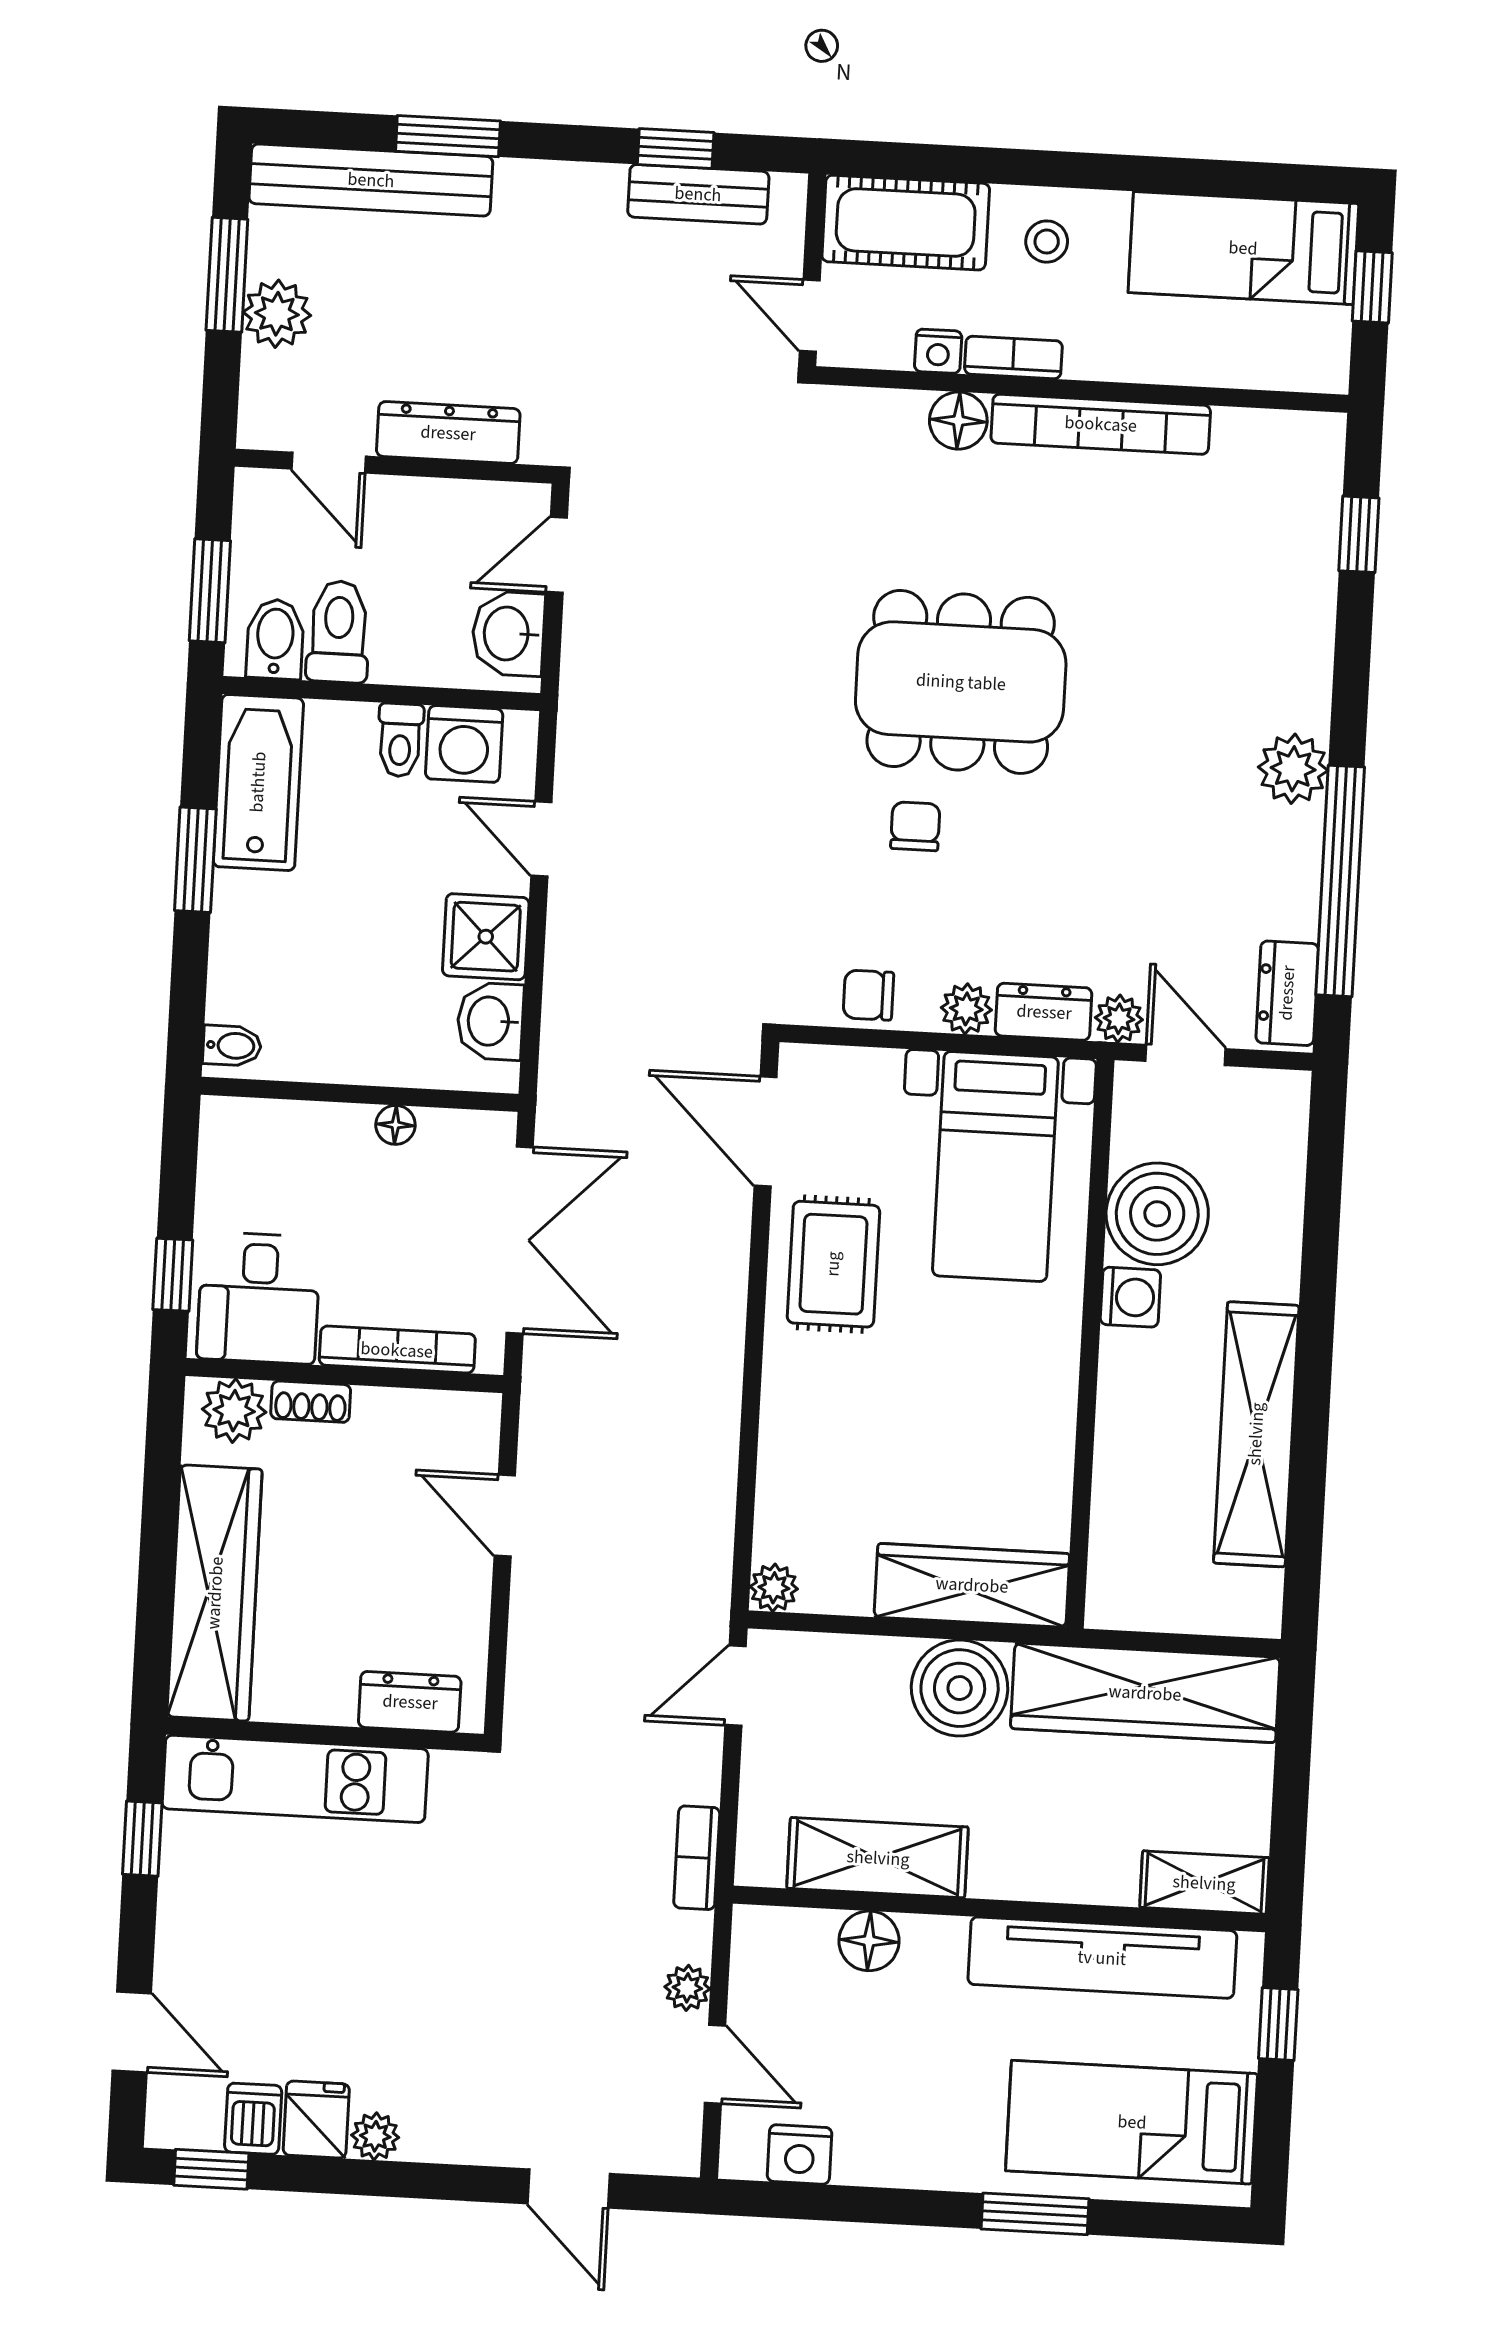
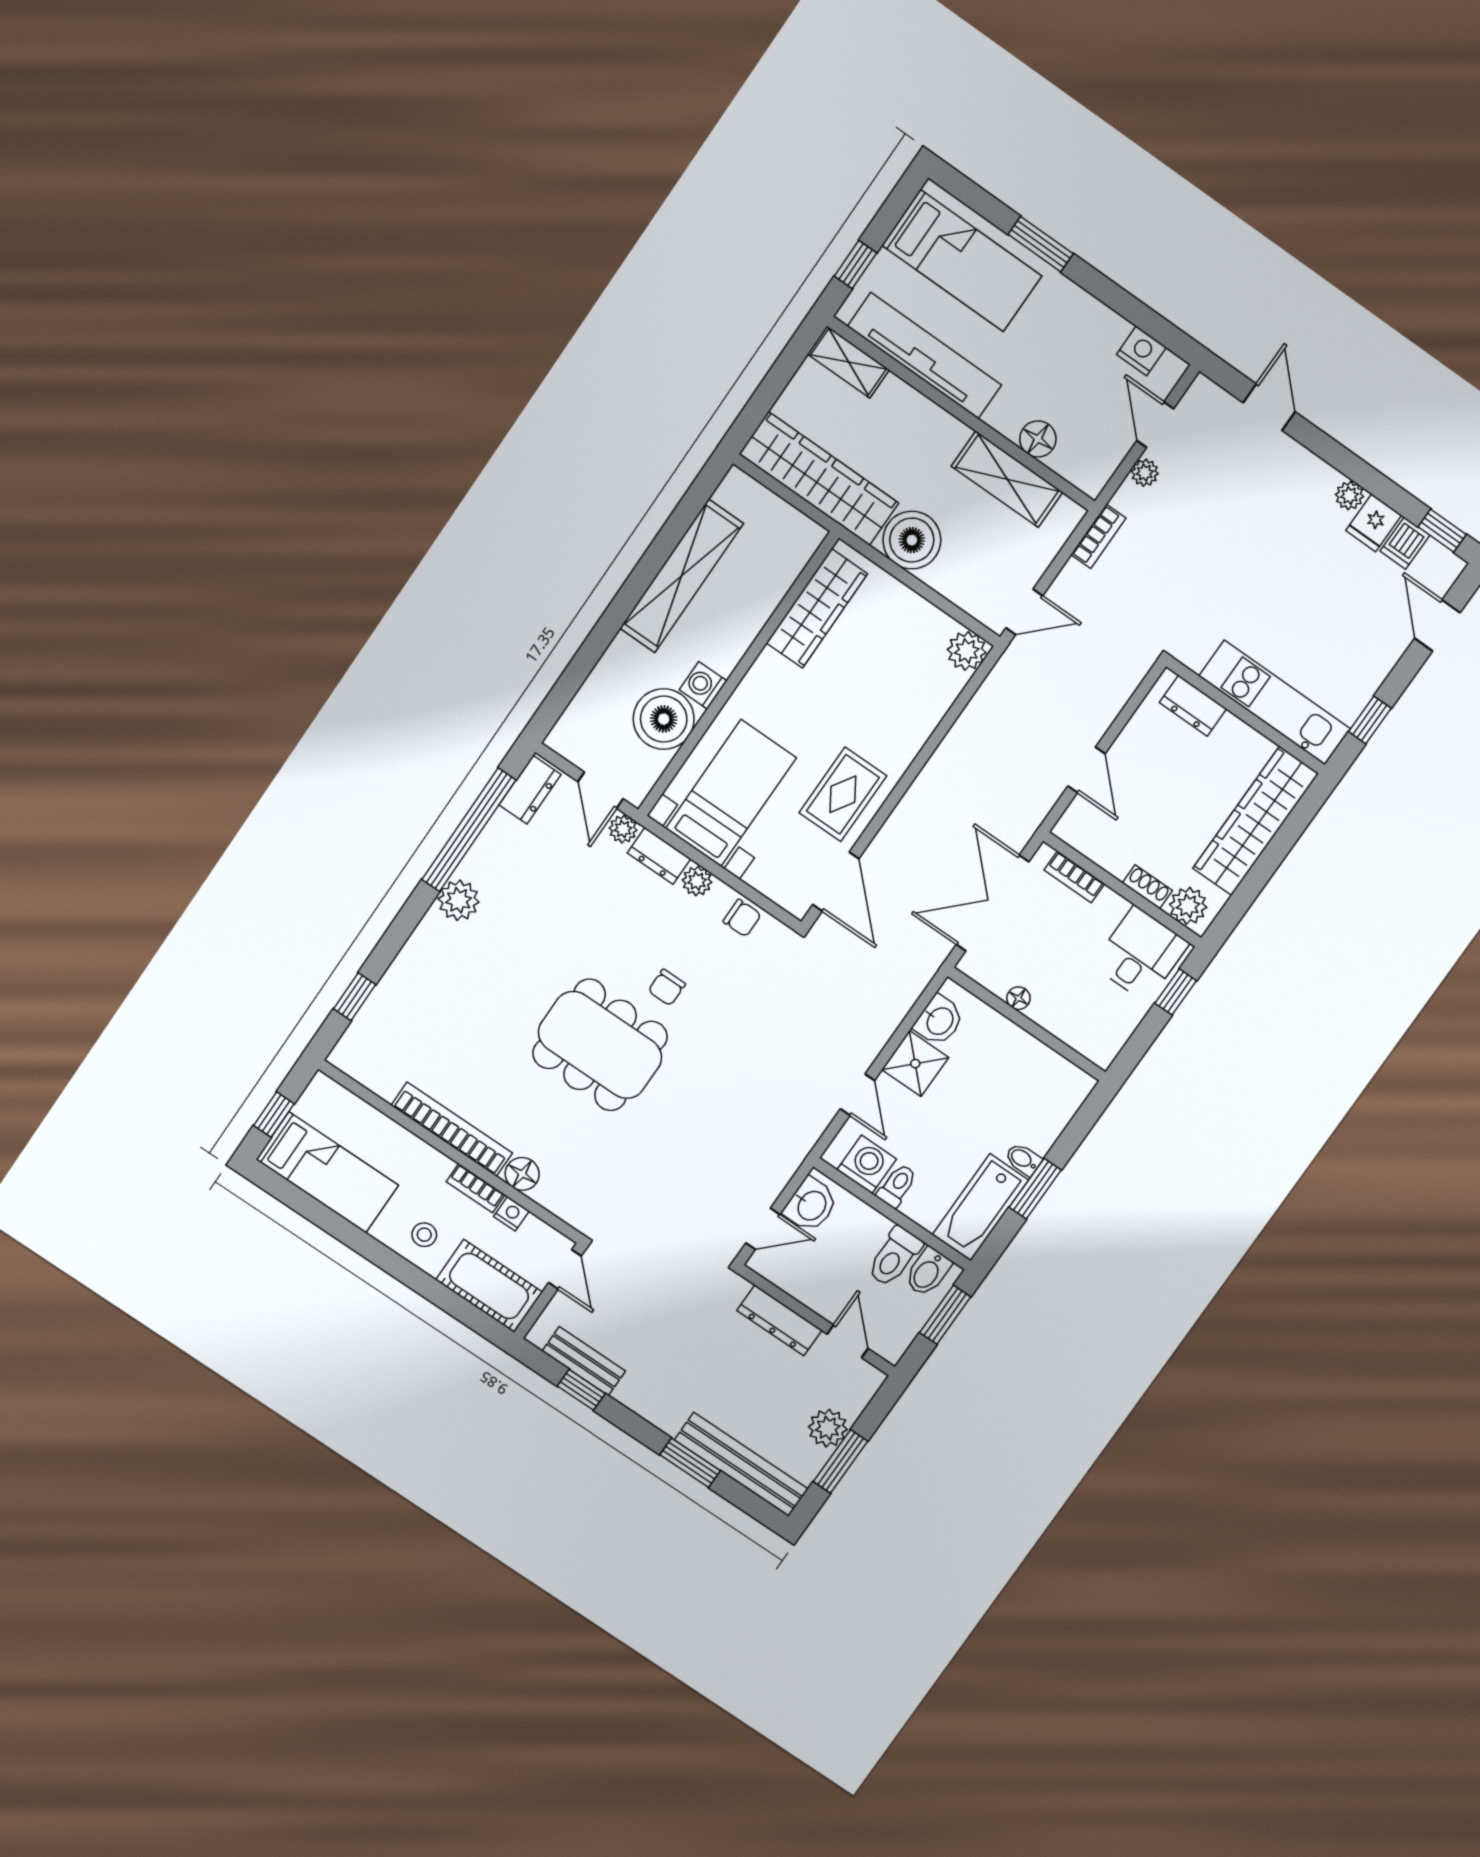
bidet: (232, 1046) -> (1023, 1159), moved
bookcase: (397, 1350) -> (1074, 877), width x0.64
wardrobe: (972, 1585) -> (817, 608), moved, turned -90
plant: (774, 1588) -> (967, 651), width x1.38, depth x1.38

